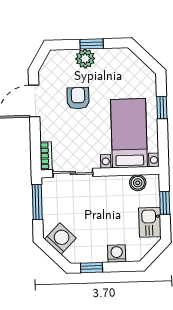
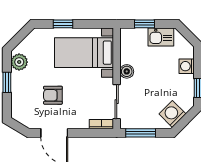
plant: (85, 59) -> (19, 62), moved
boiler: (138, 183) -> (127, 71), moved

